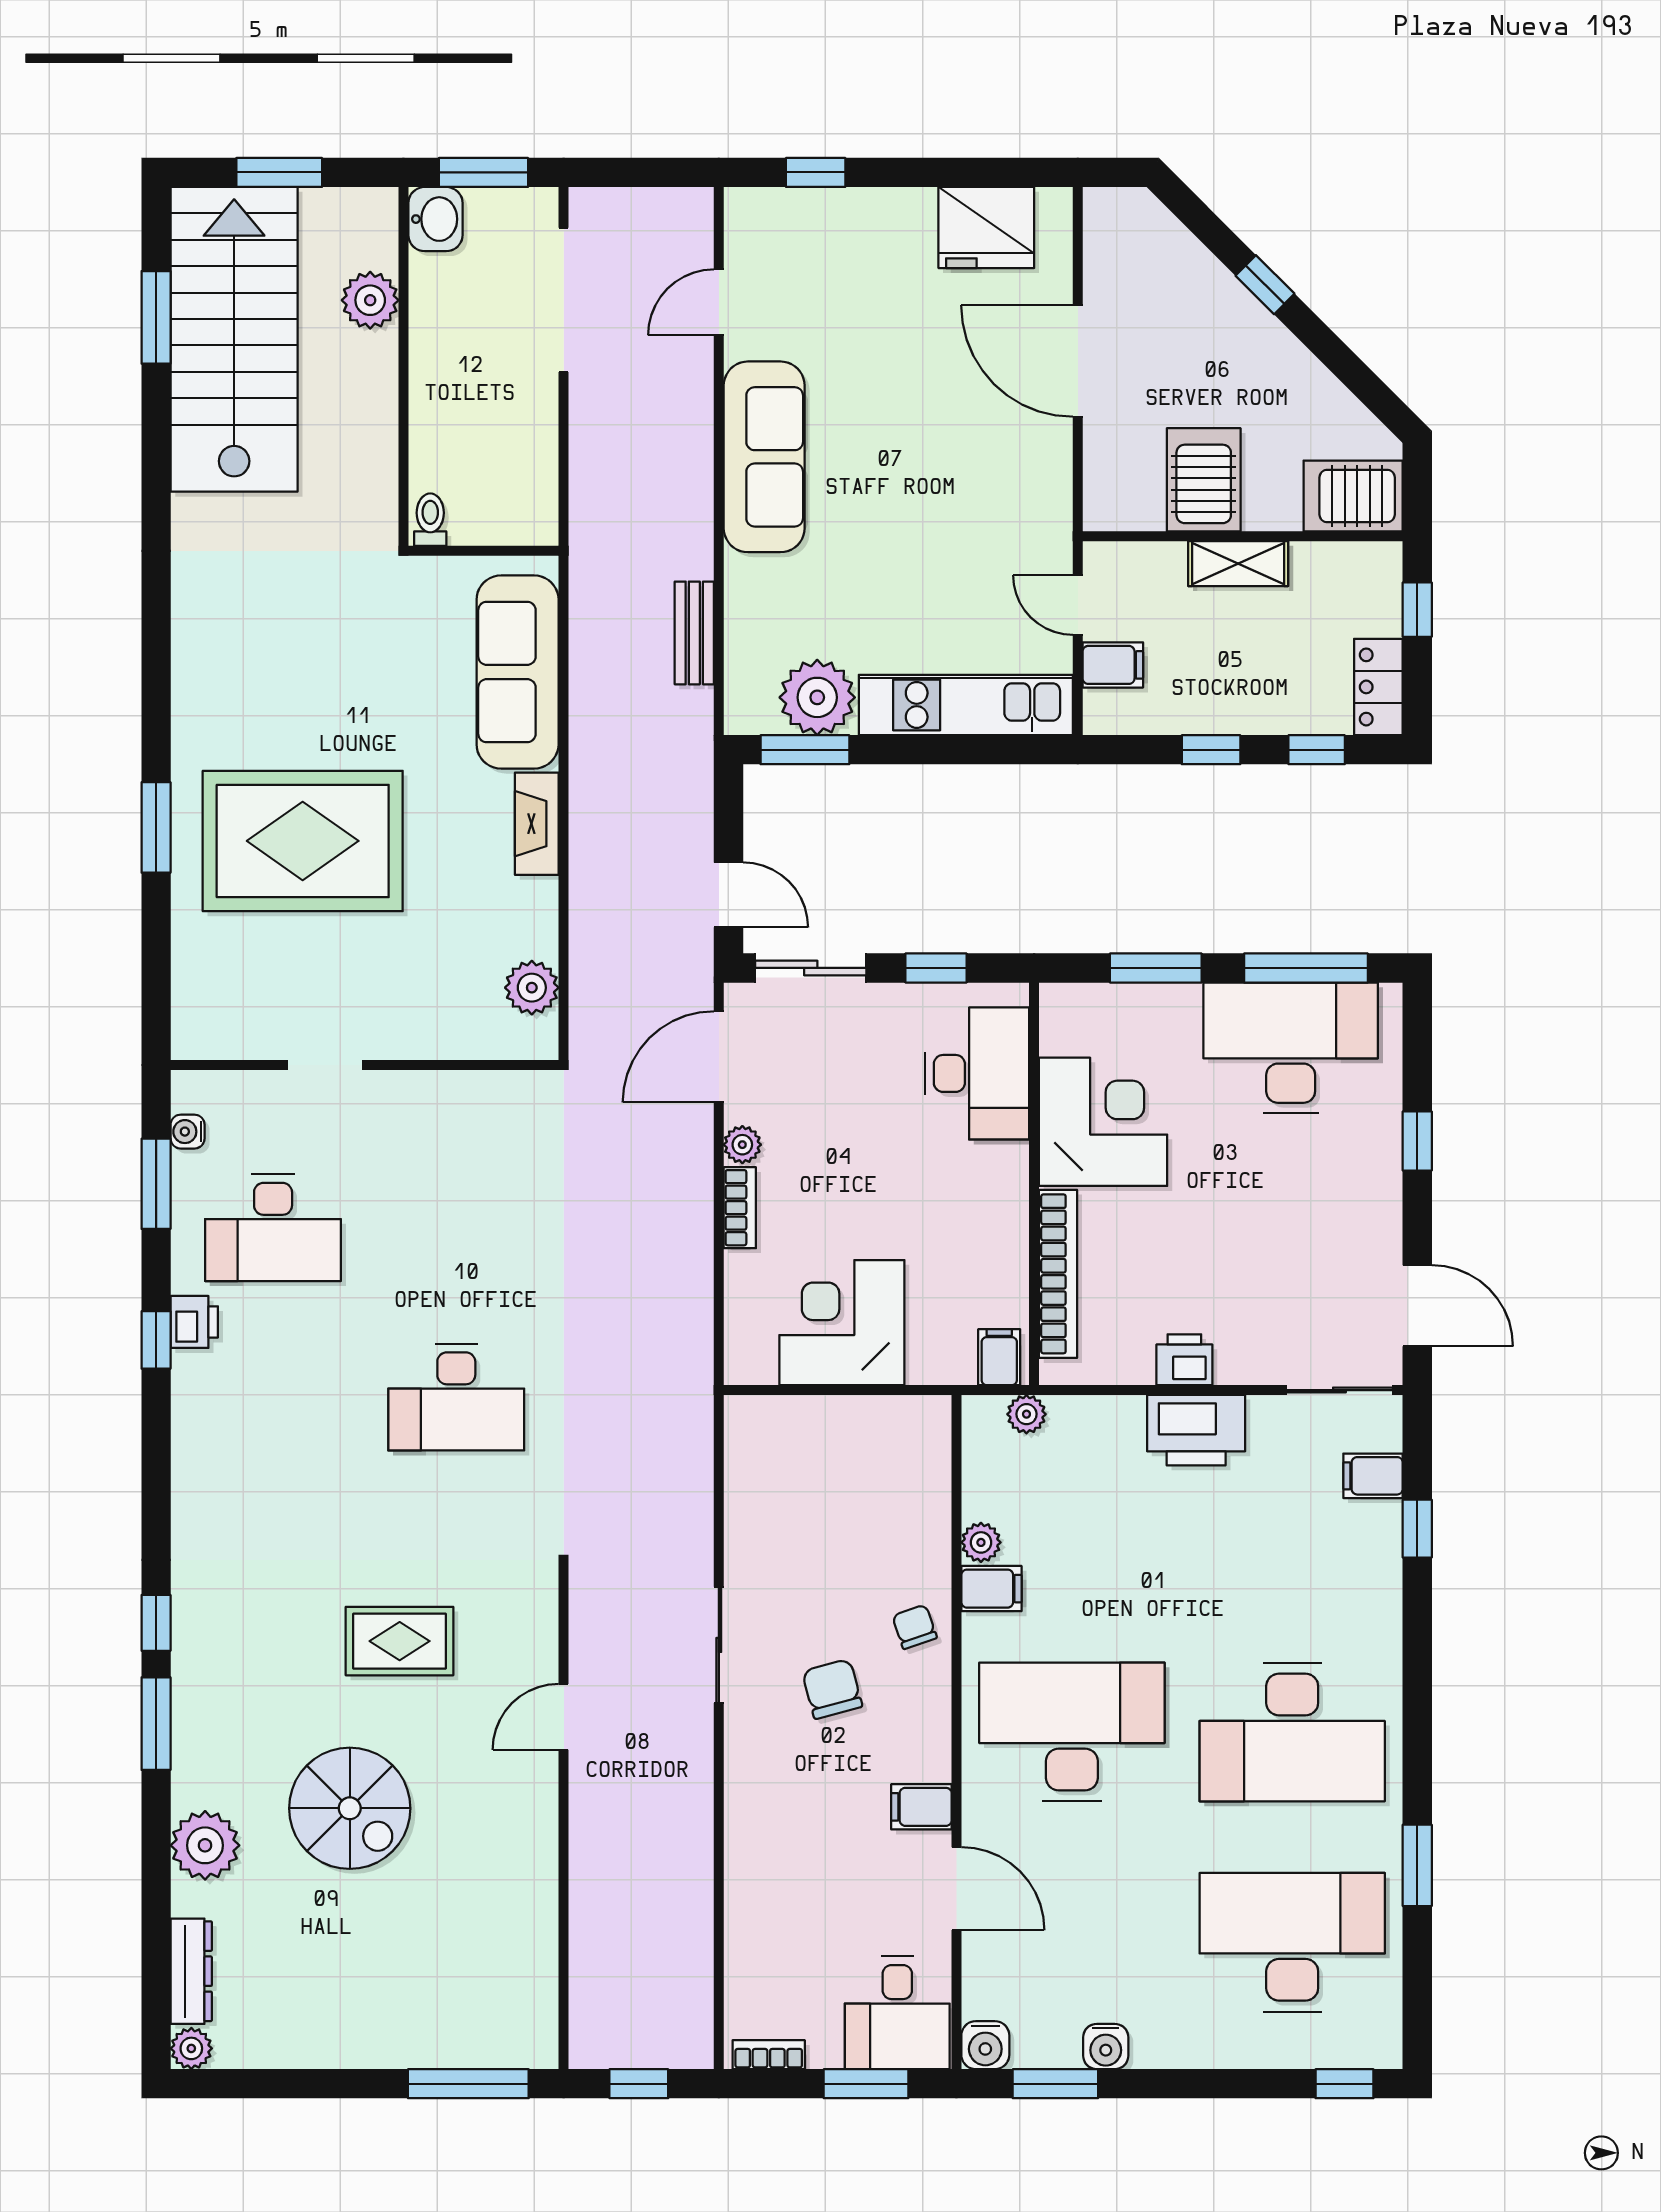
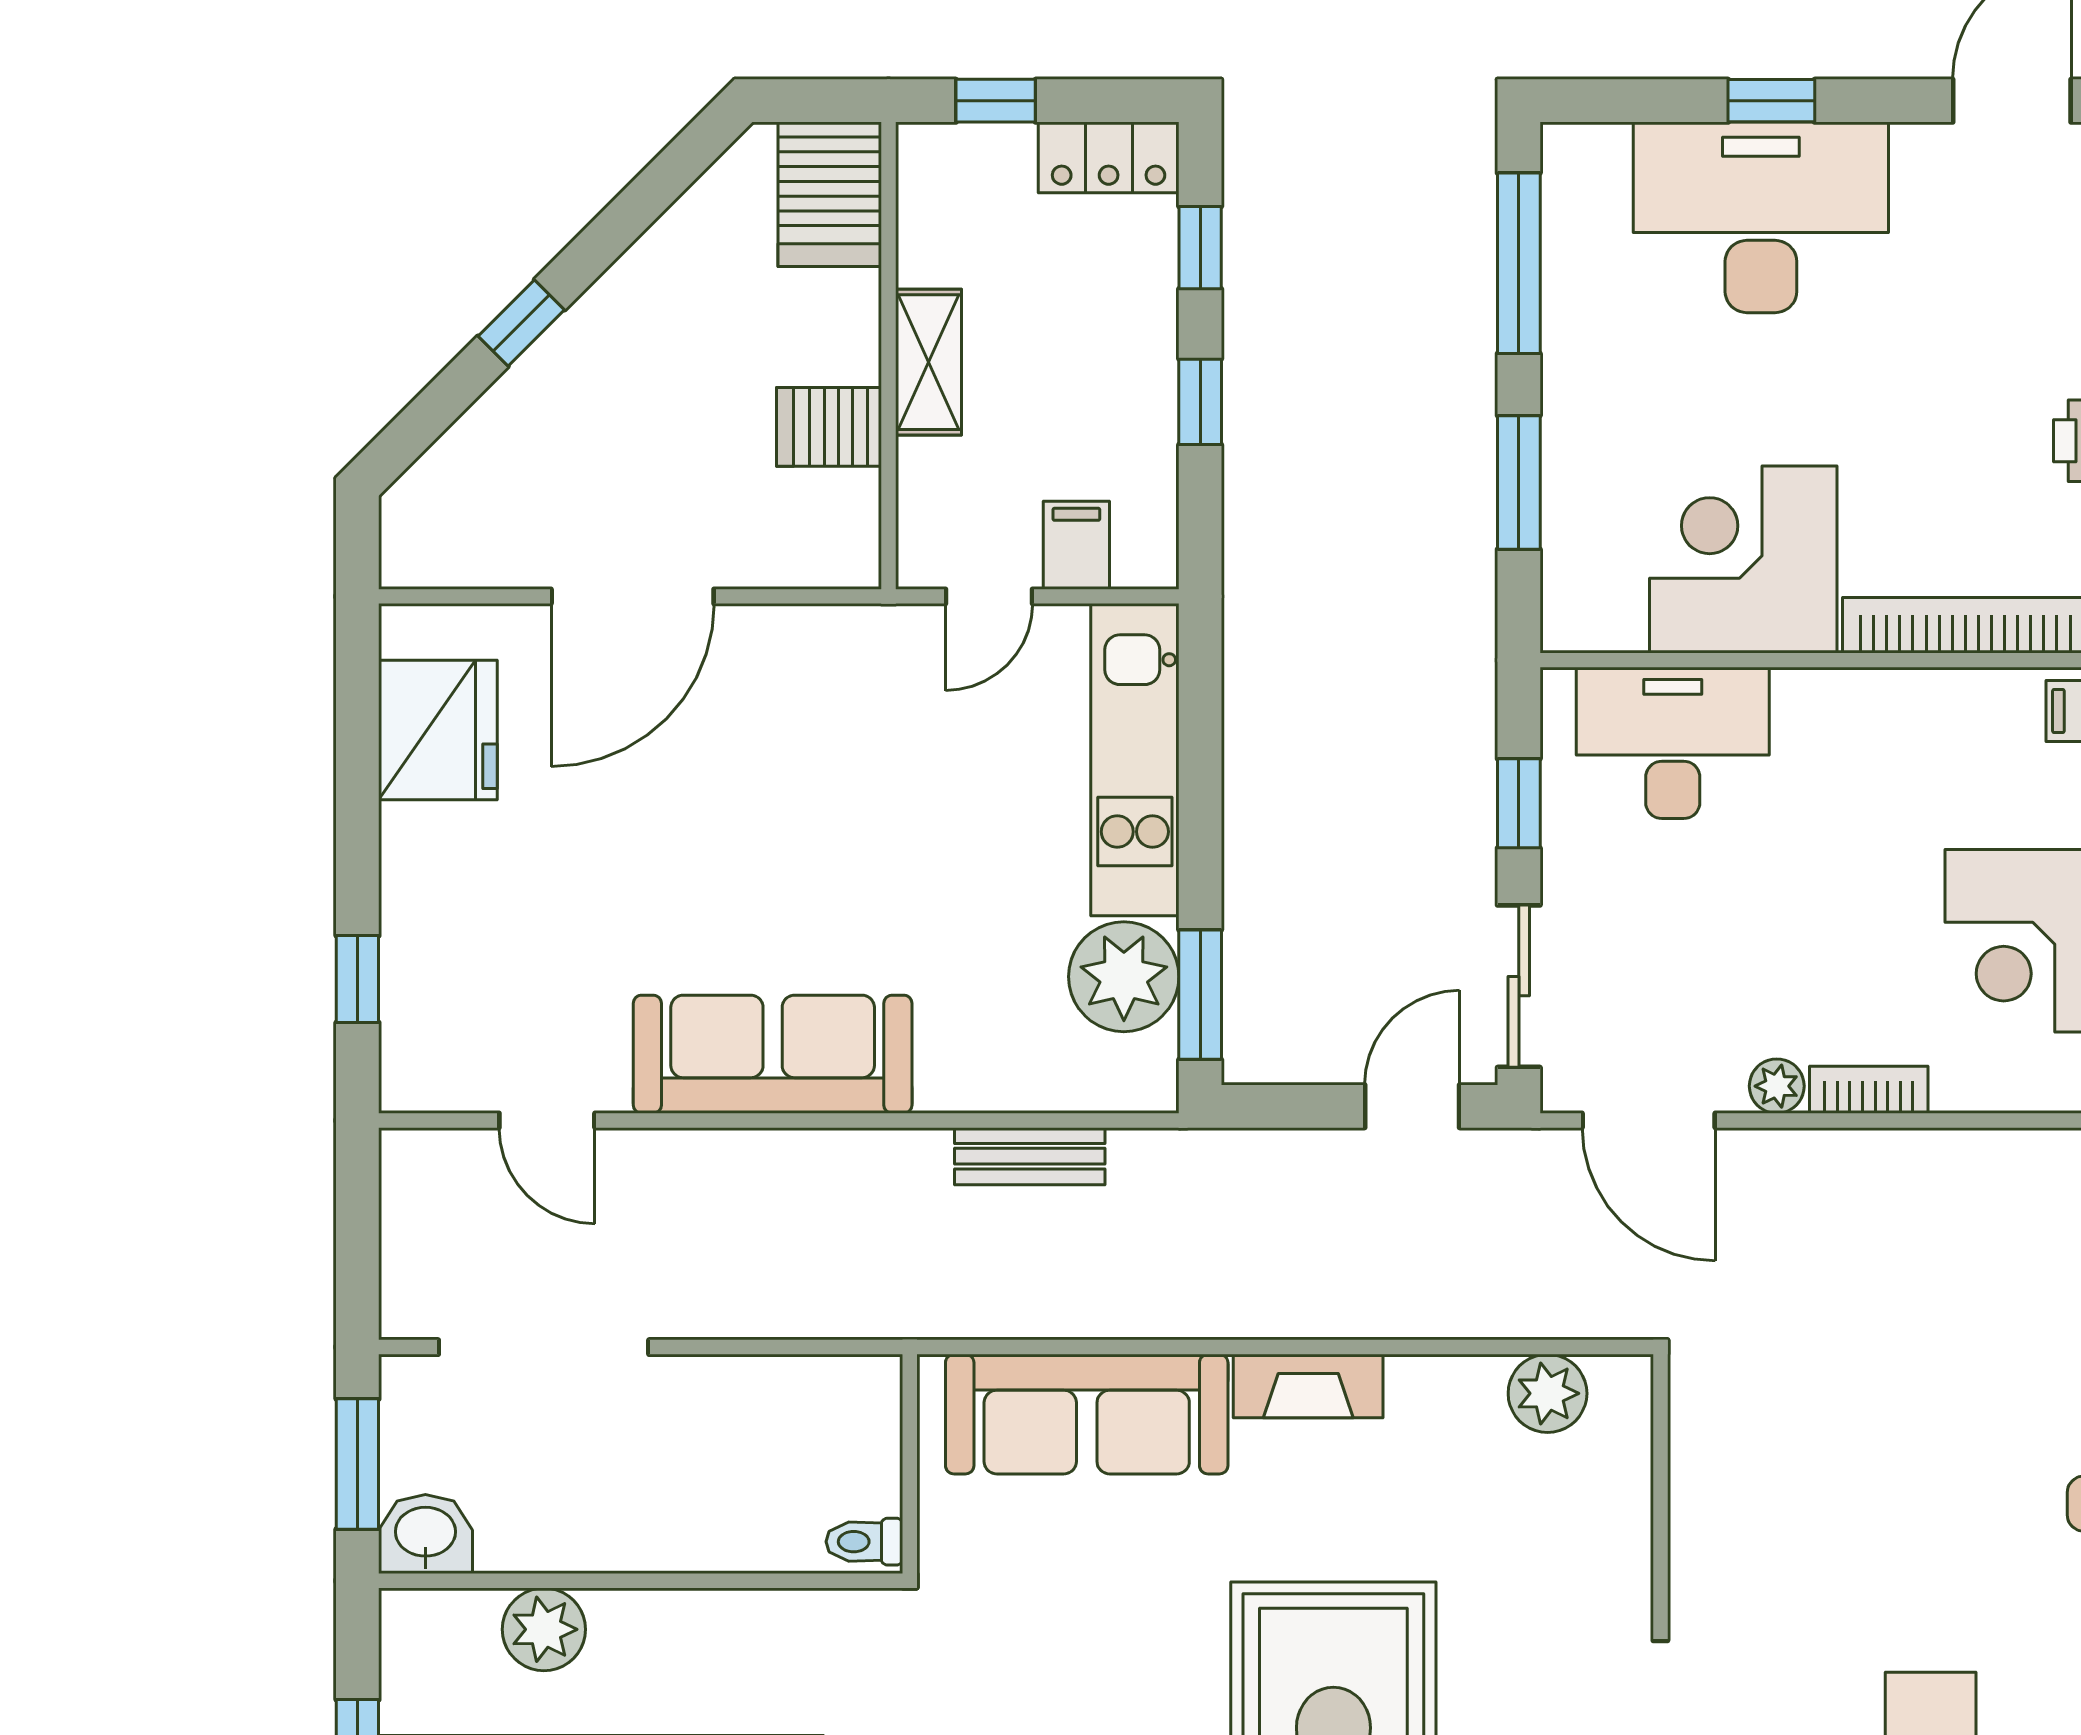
server rack: (1204, 480) -> (829, 427), width x0.73, depth x0.70
desk: (1291, 1048) -> (1761, 217), moved, turned 90

